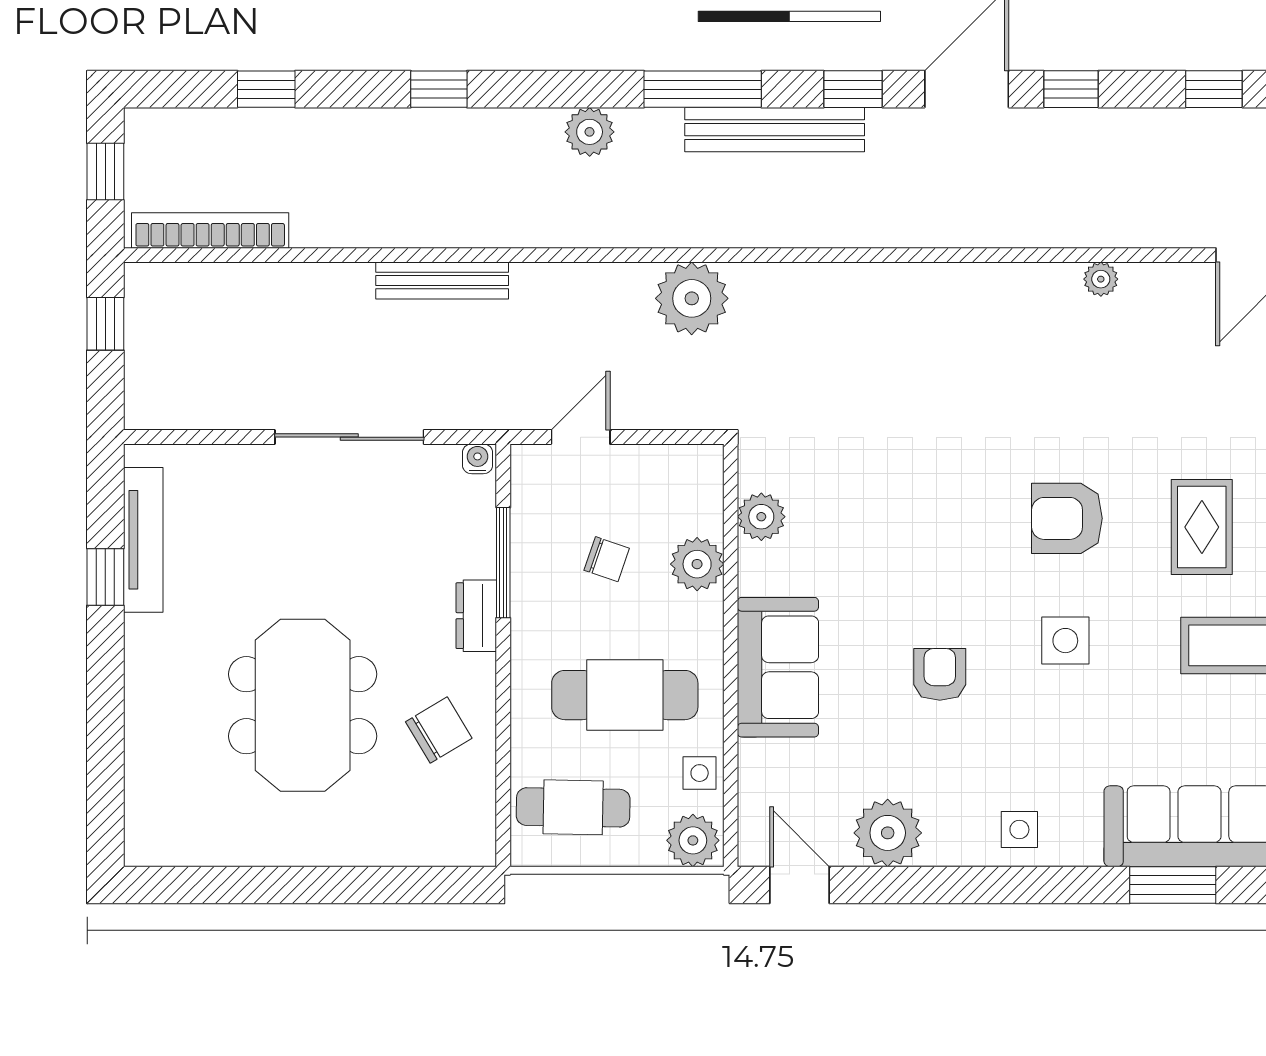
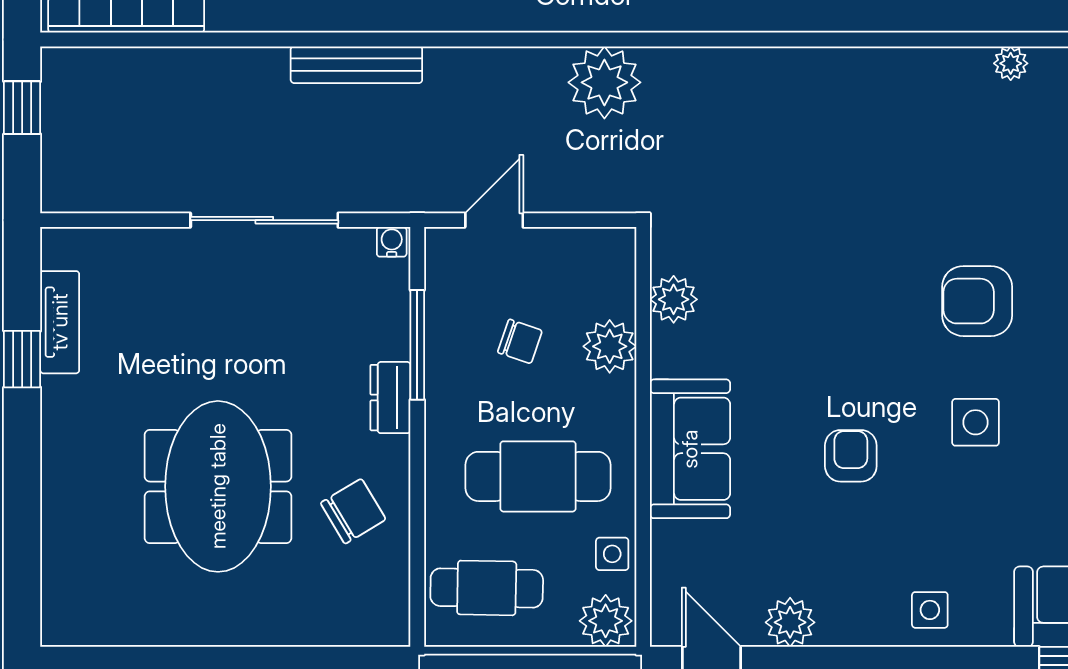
tv unit: (143, 540) -> (60, 322), width x0.71
plant: (888, 833) -> (790, 622), width x0.73, depth x0.73

